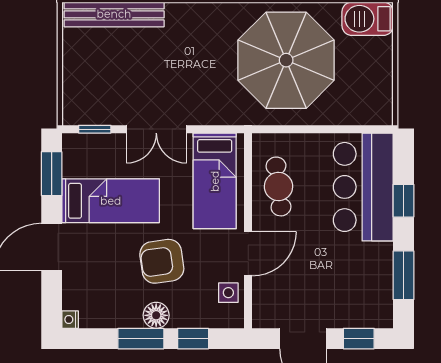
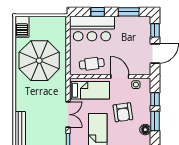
floor lamp: (156, 315) -> (145, 130), moved

